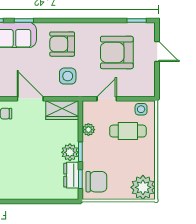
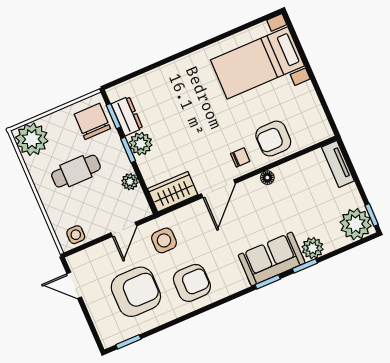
armchair: (62, 44) -> (192, 283), moved
door: (157, 52) -> (74, 285), moved
side table: (68, 76) -> (164, 240), moved
door: (30, 99) -> (218, 189), hinge flipped
cafe table: (128, 131) -> (76, 171), moved
chair: (96, 182) -> (92, 121), turned 90

